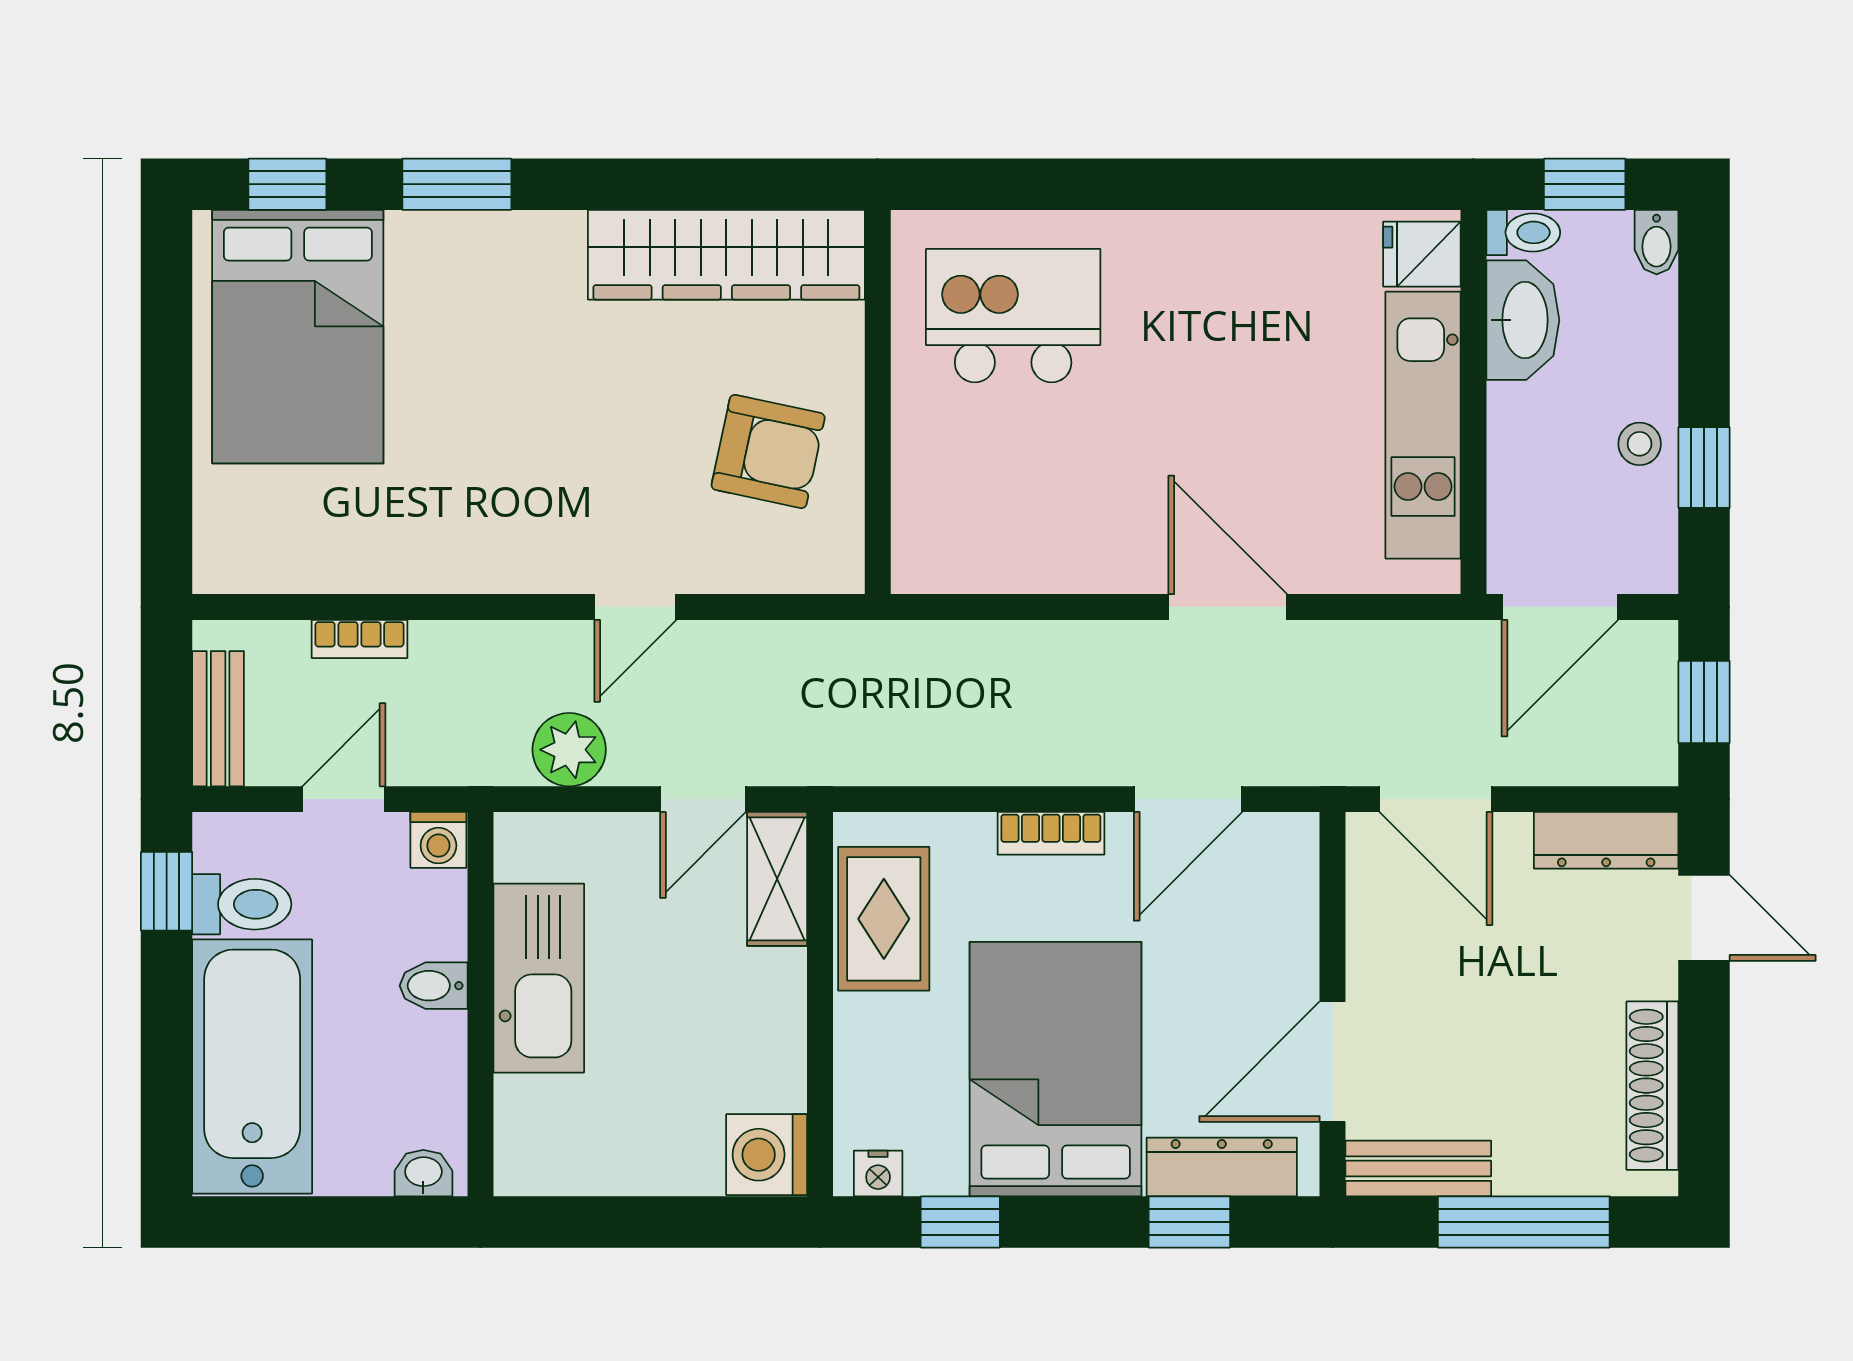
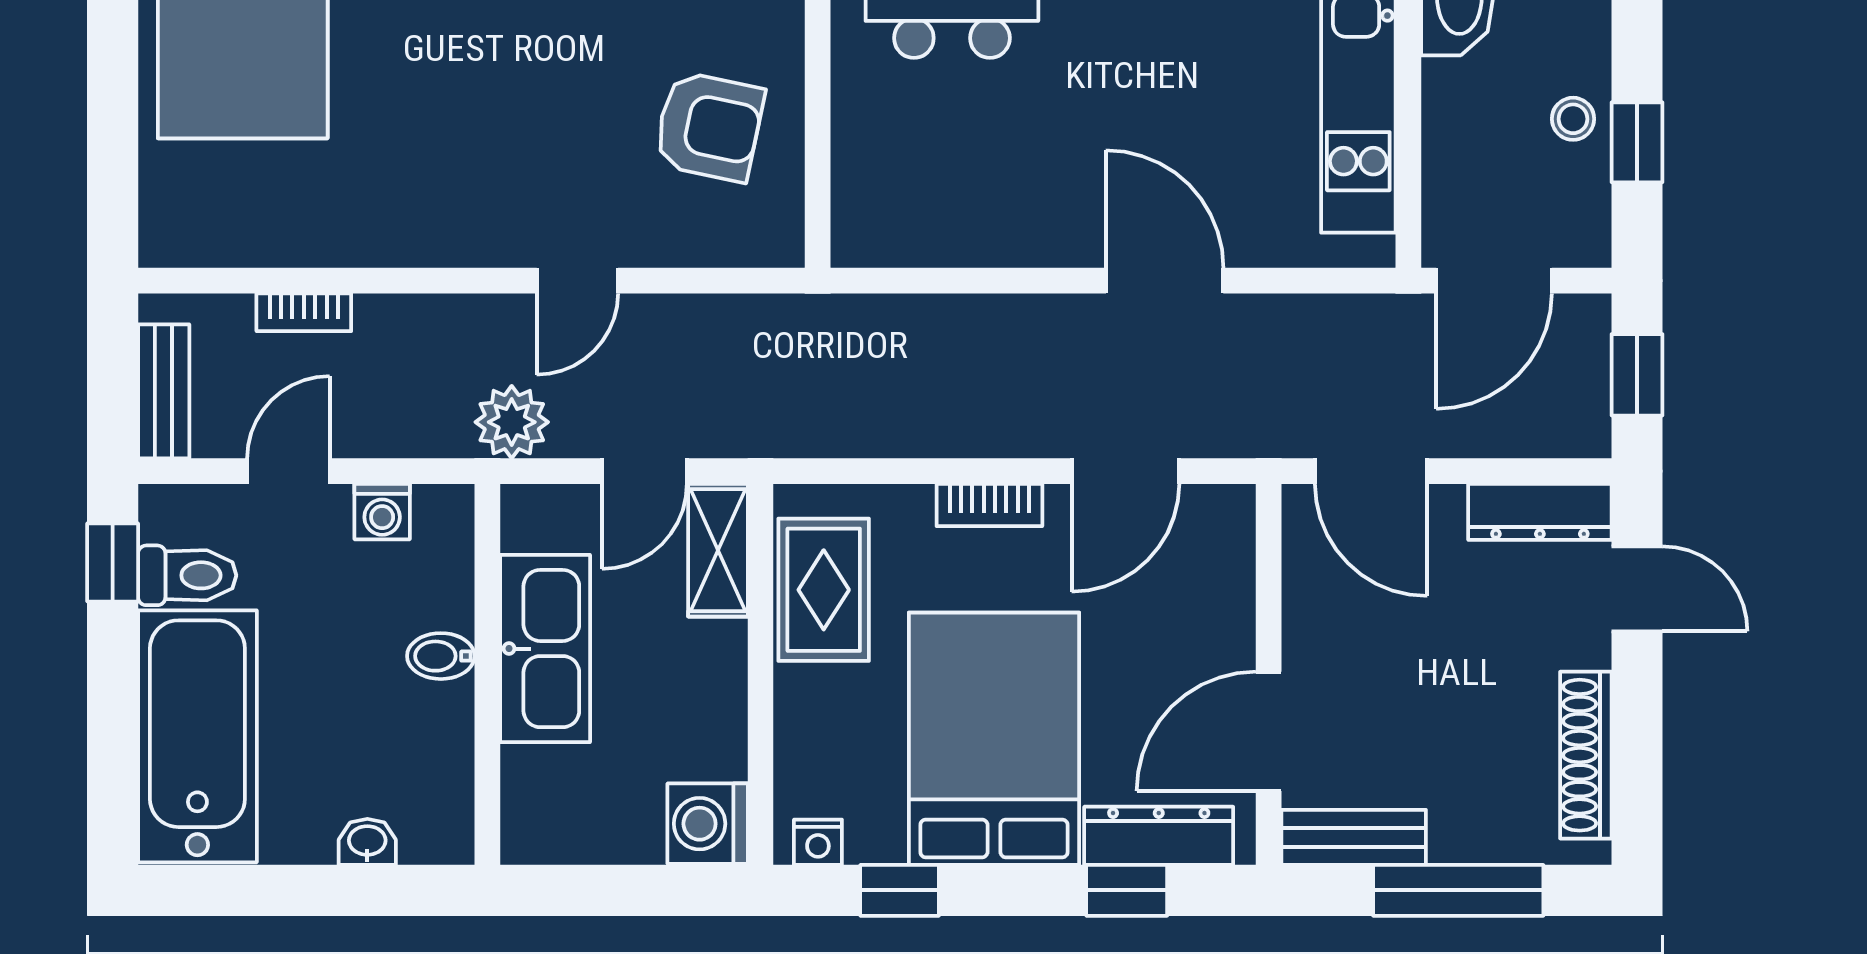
kitchen sink: (539, 978) -> (545, 649), moved
bidet: (434, 986) -> (441, 656), moved
wall: (481, 1004) -> (487, 674), moved

